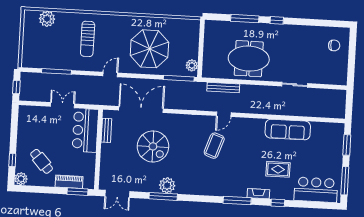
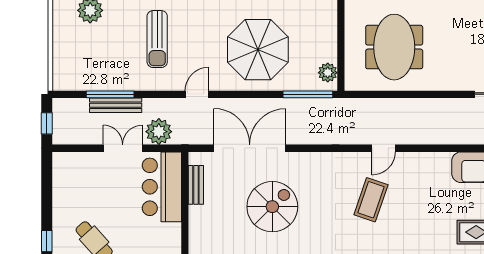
meeting table: (249, 59) -> (394, 47), moved, turned 90
bench: (223, 88) -> (116, 105), moved
plant: (85, 96) -> (159, 132), added
spiral stairs: (153, 146) -> (272, 207), turned -90

